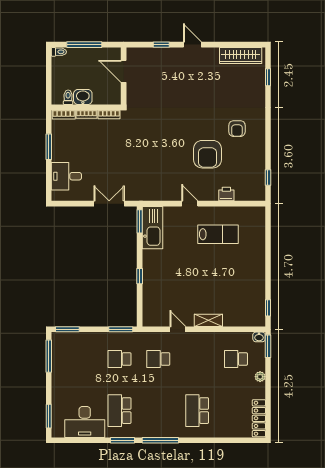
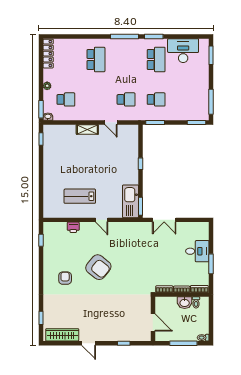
door: (192, 45) -> (89, 343), moved
armchair: (207, 154) -> (98, 267), moved, turned 129
desk: (66, 176) -> (197, 251), moved

